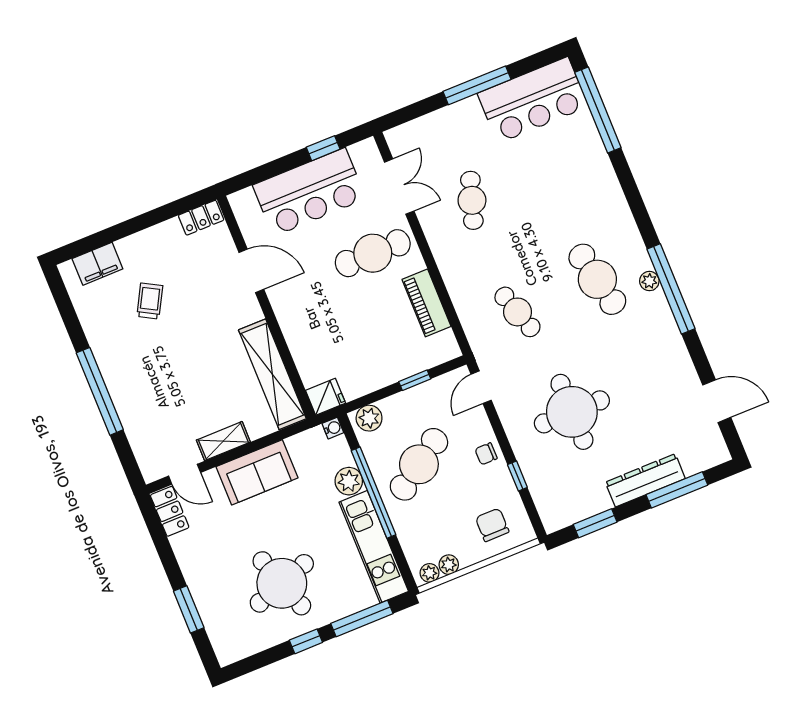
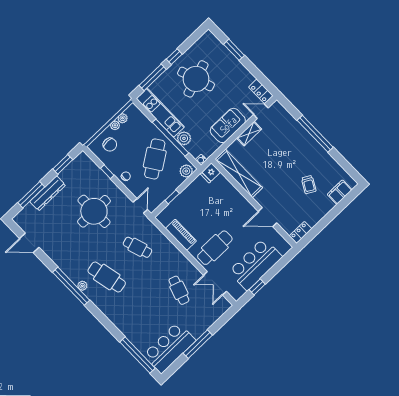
plant: (429, 573) -> (115, 125), moved

